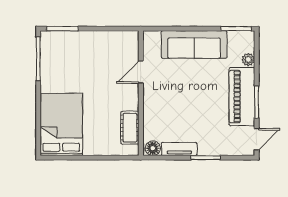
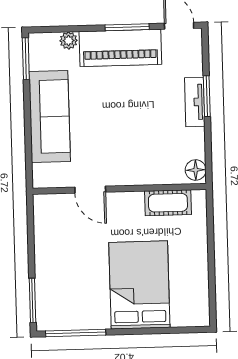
bed: (61, 124) -> (139, 285), moved, turned 90
tv unit: (179, 149) -> (195, 102), moved

